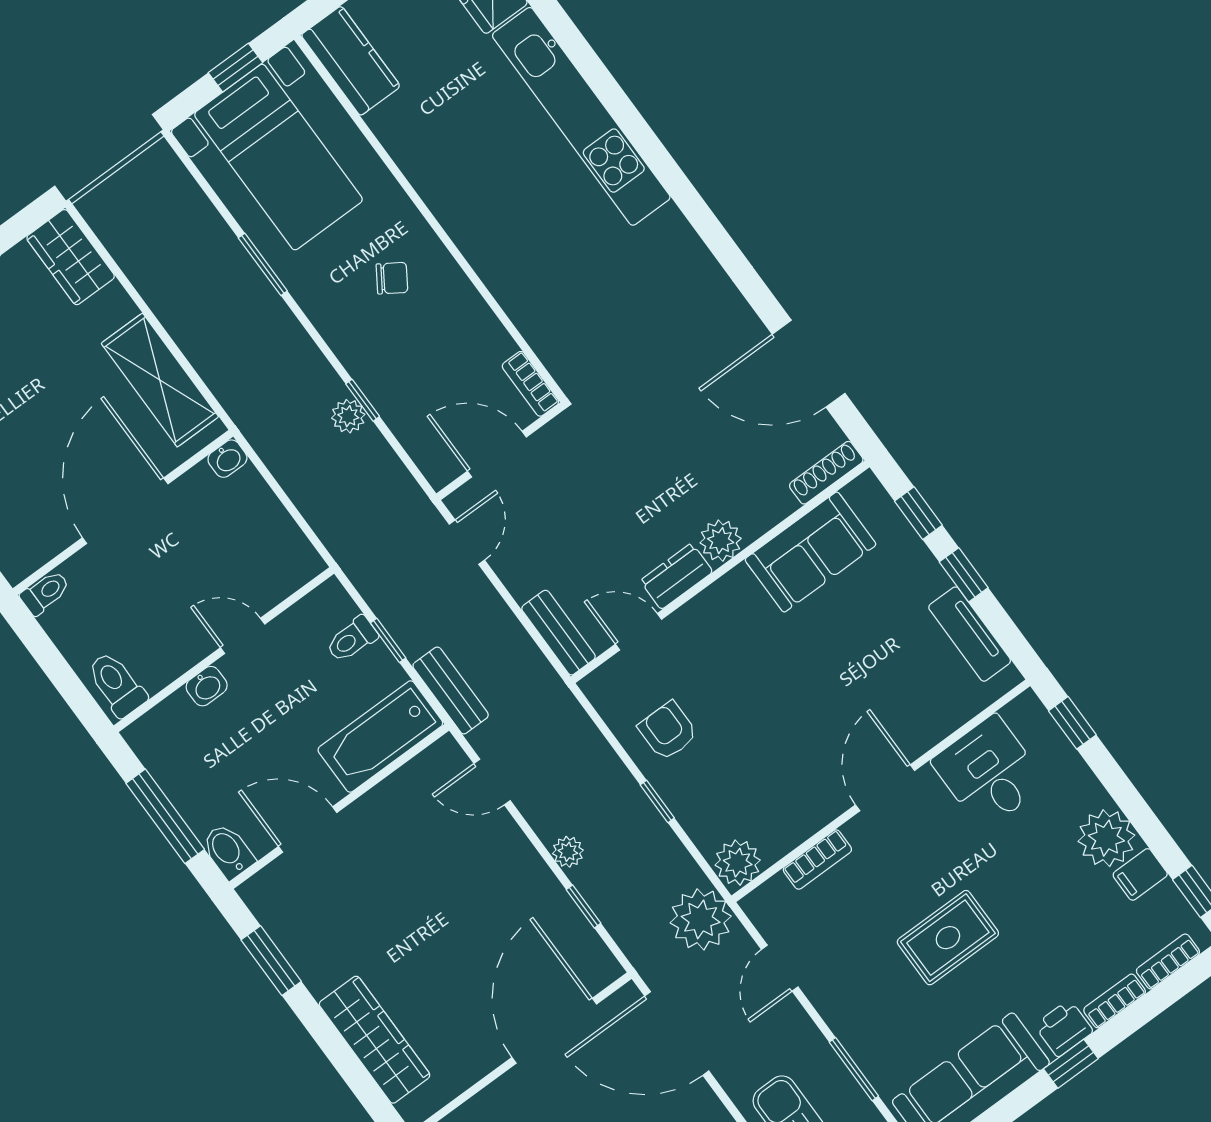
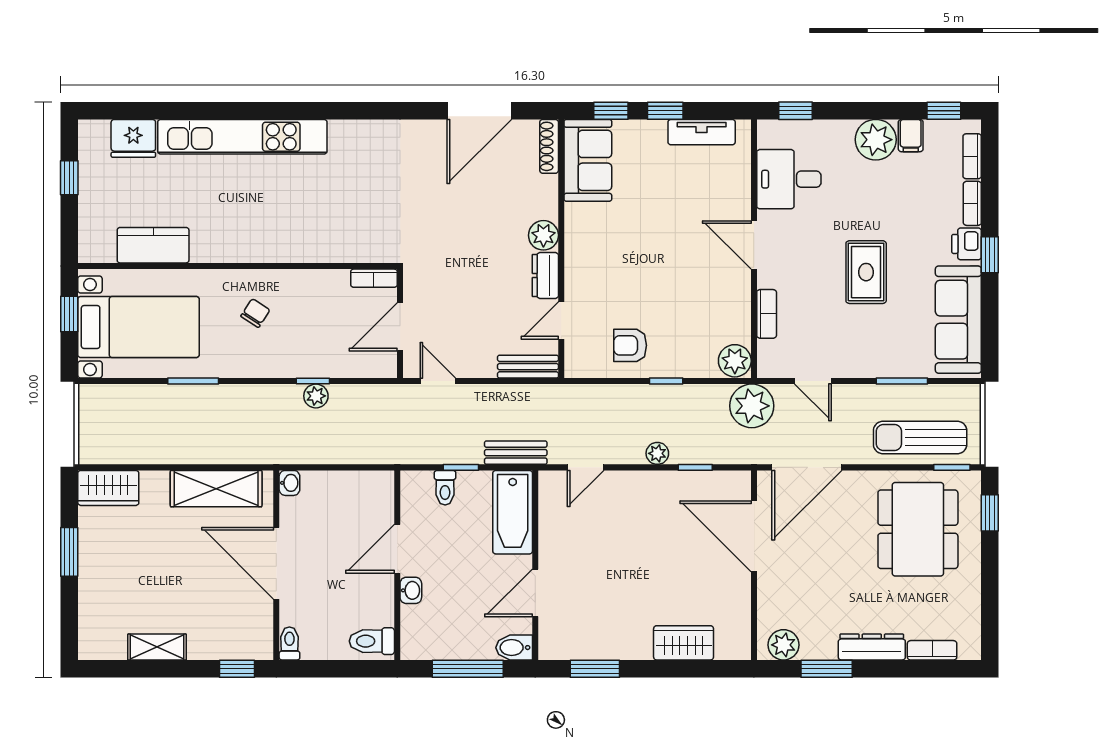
kitchen counter: (351, 61) -> (153, 245), moved
sofa: (811, 552) -> (588, 160), moved
door: (243, 636) -> (397, 549), width x1.38
wardrobe: (375, 1040) -> (684, 643), width x0.67

